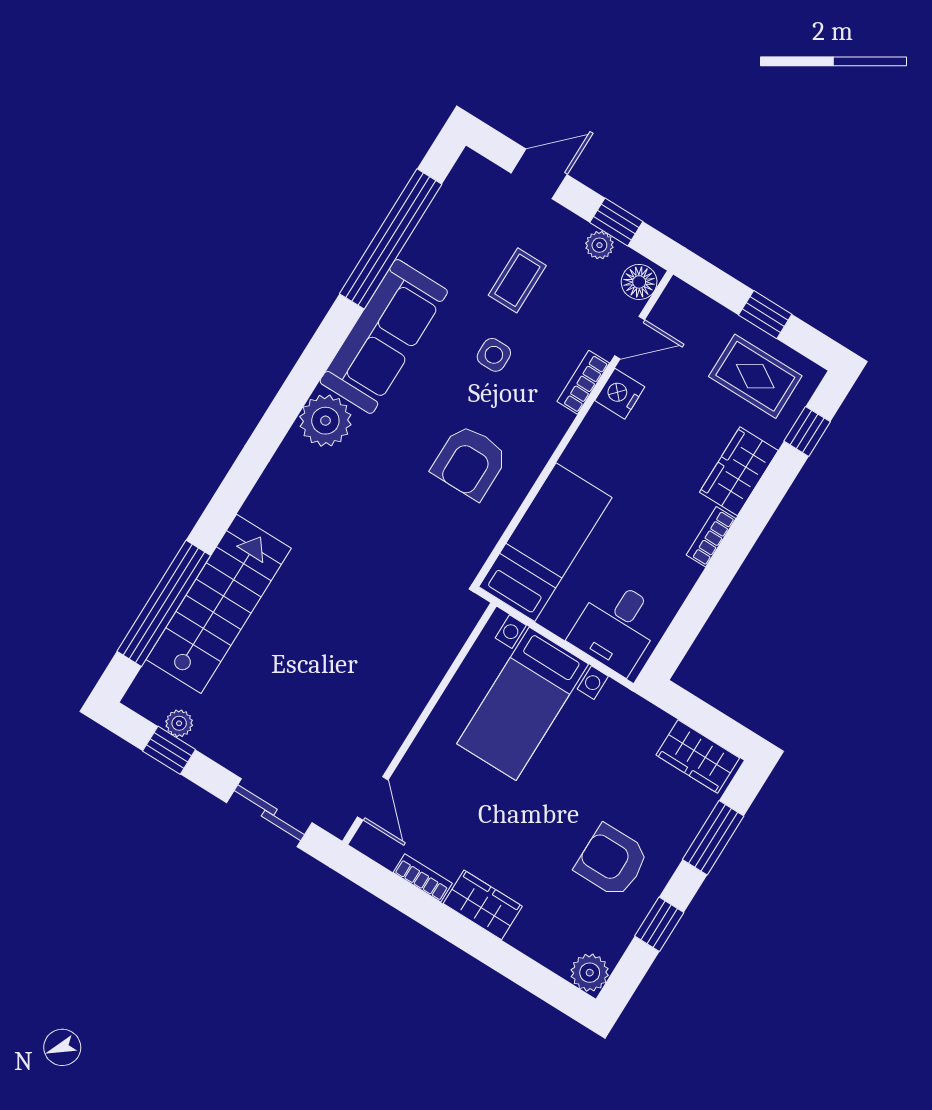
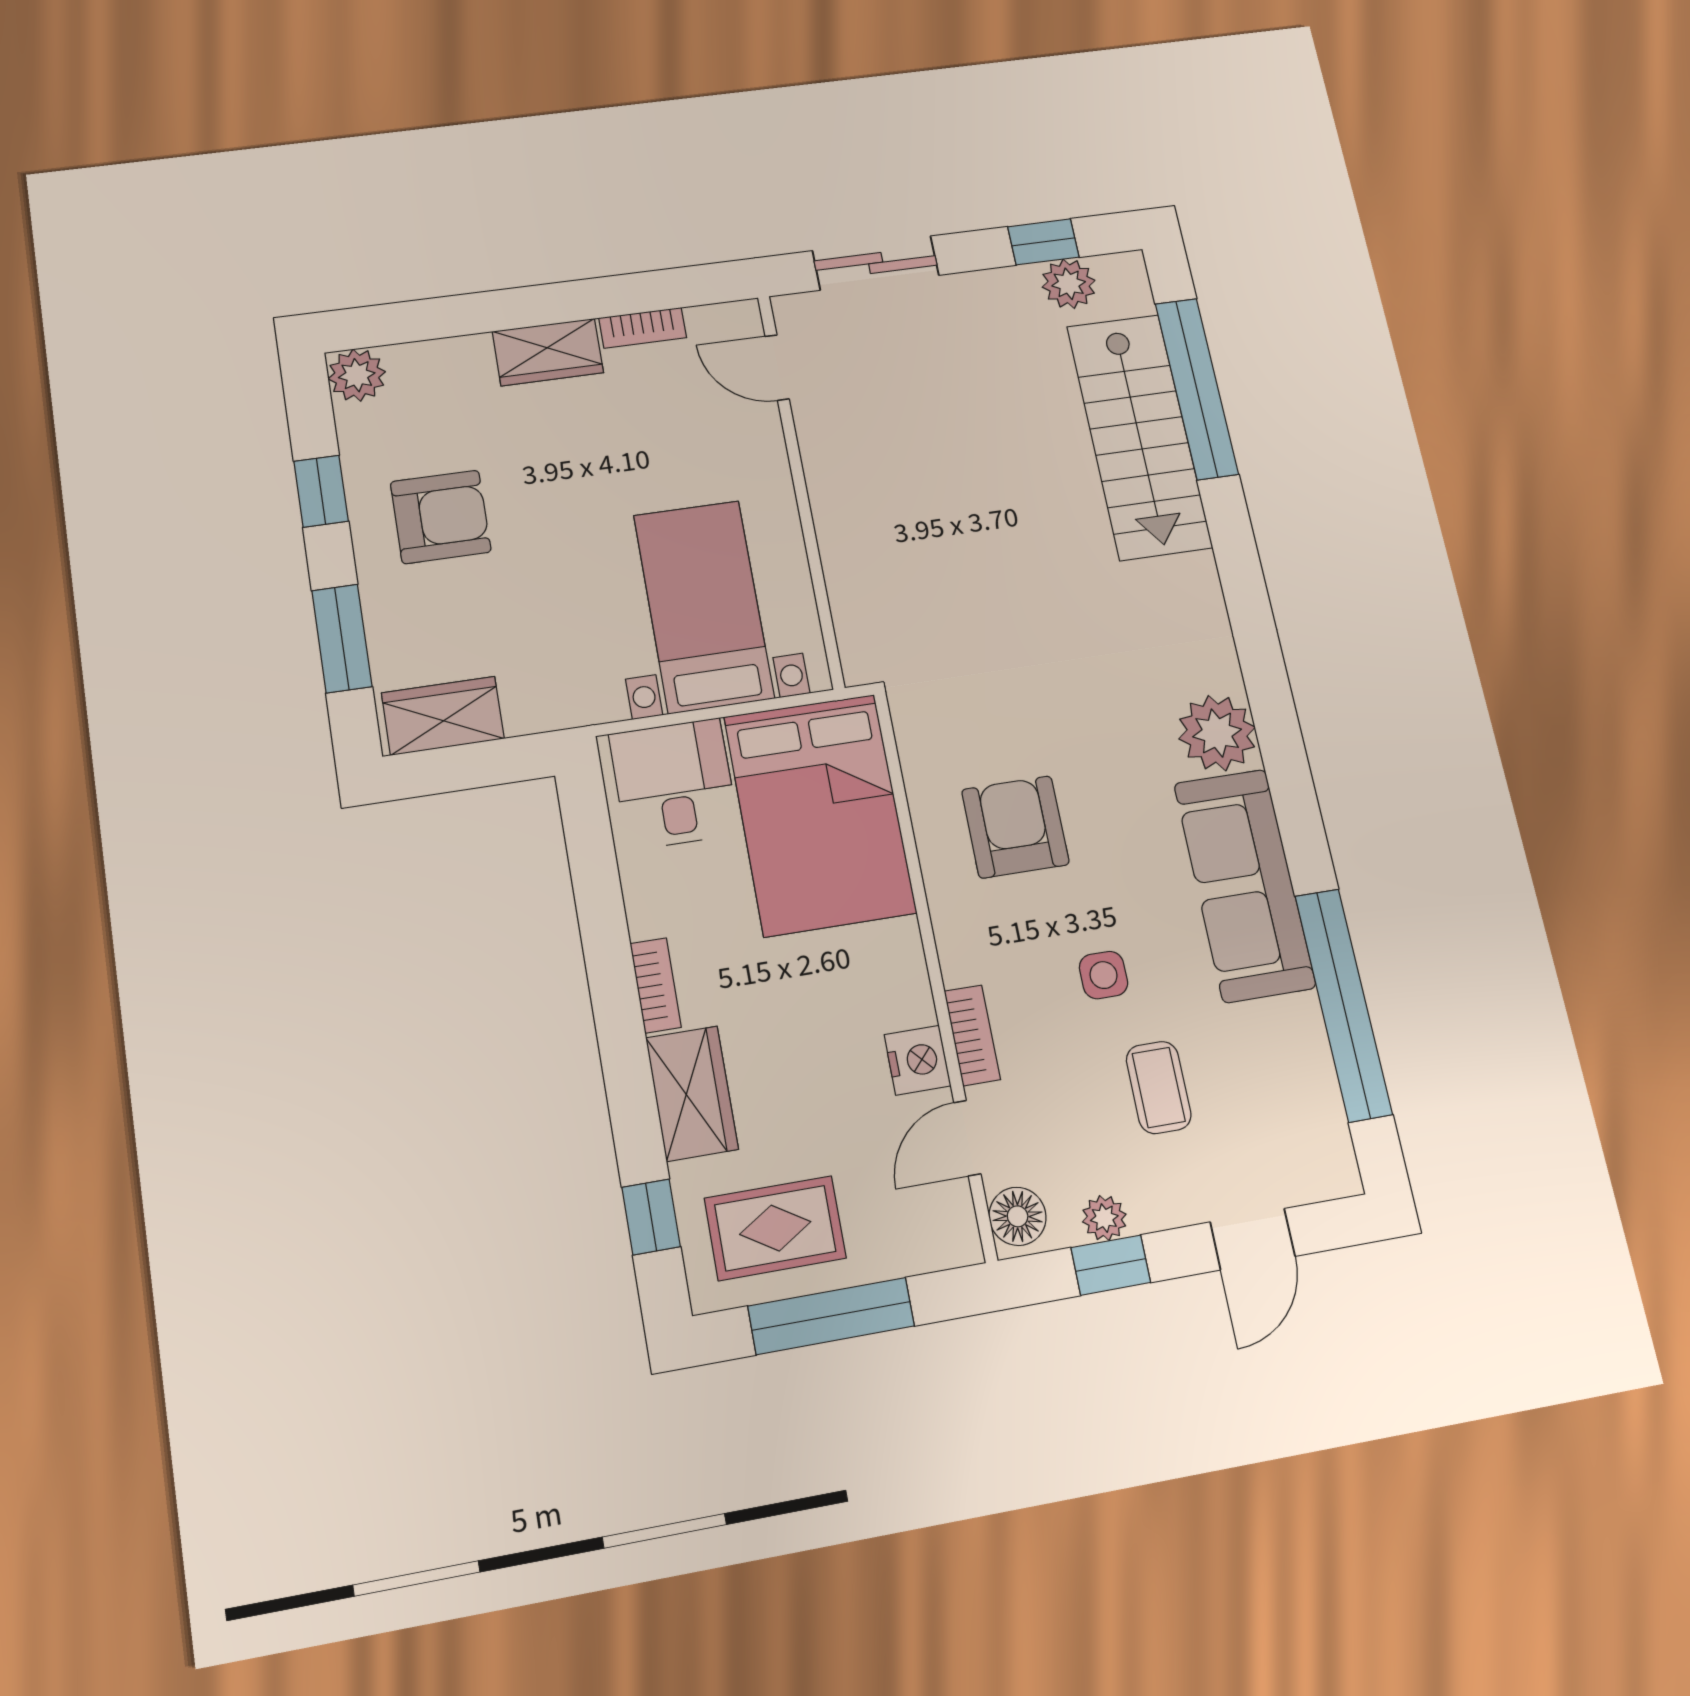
window: (765, 315) -> (831, 1316), width x2.17
bed: (545, 542) -> (820, 814), width x1.50
plant: (179, 723) -> (1069, 284), width x1.38, depth x1.38

